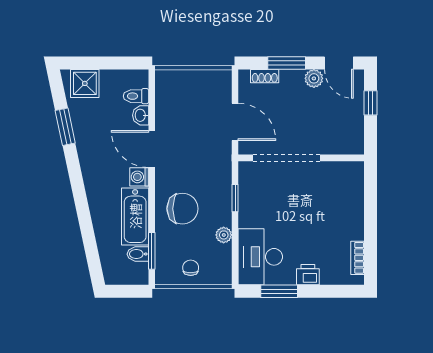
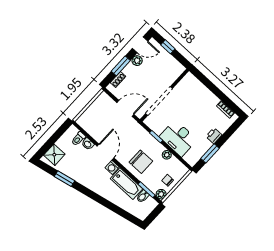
door: (152, 149) -> (105, 152), swing flipped
chair: (182, 209) -> (141, 162), turned 90
desk: (260, 257) -> (178, 138), moved
plant: (164, 276) -> (161, 194), added

